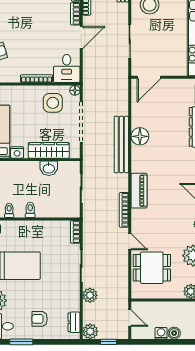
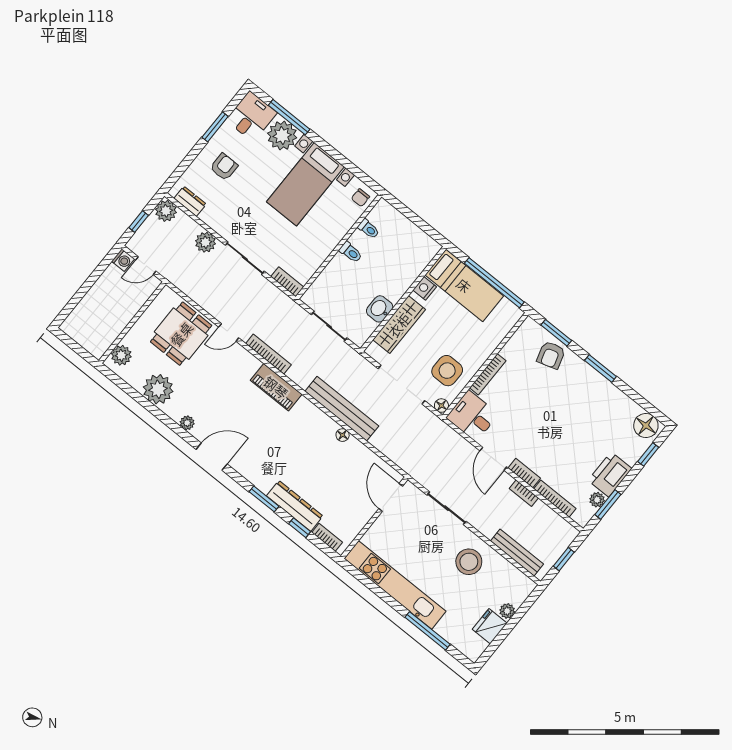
floor lamp: (140, 136) -> (343, 435), width x0.53, depth x0.53
washing machine: (161, 333) -> (123, 260), moved
boiler: (174, 333) -> (91, 301), removed

